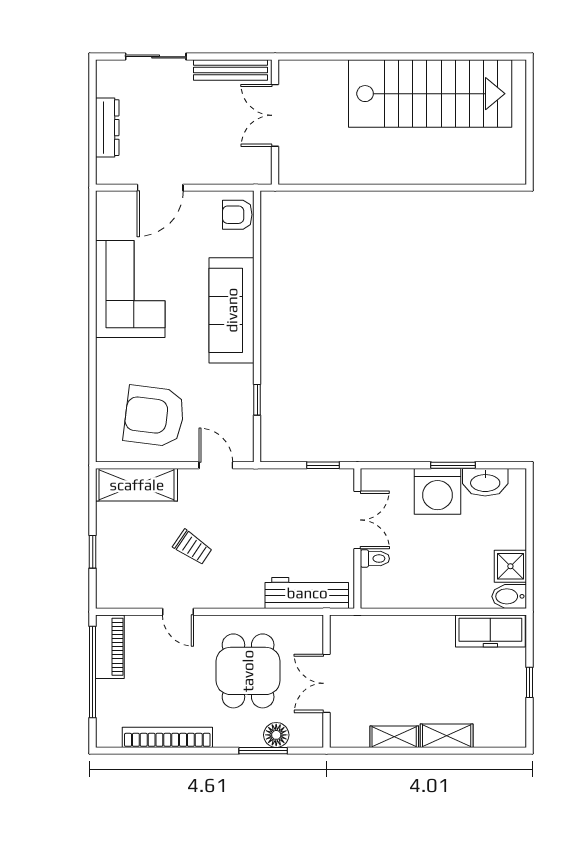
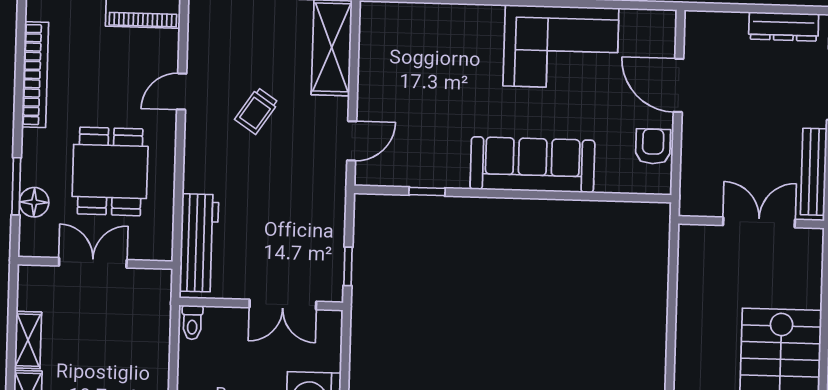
dresser: (107, 128) -> (784, 27), moved
armchair: (237, 215) -> (653, 146), moved
armchair: (154, 416) -> (411, 71), removed
toilet: (375, 559) -> (192, 322), moved
dining table: (248, 671) -> (110, 171), turned 90

